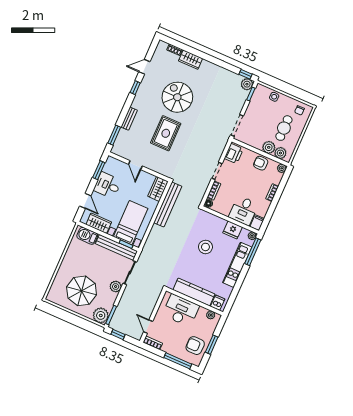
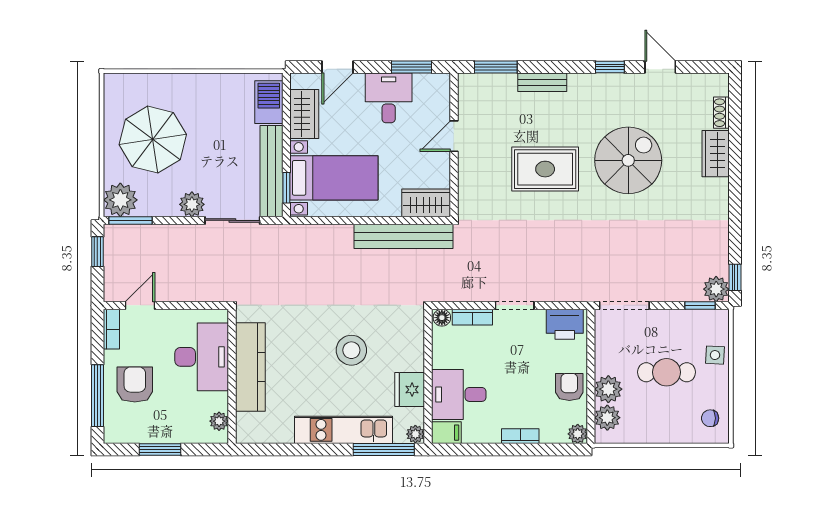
cafe table: (284, 128) -> (666, 372), moved
dishwasher: (218, 303) -> (250, 424), removed
armchair: (195, 346) -> (135, 385), moved

